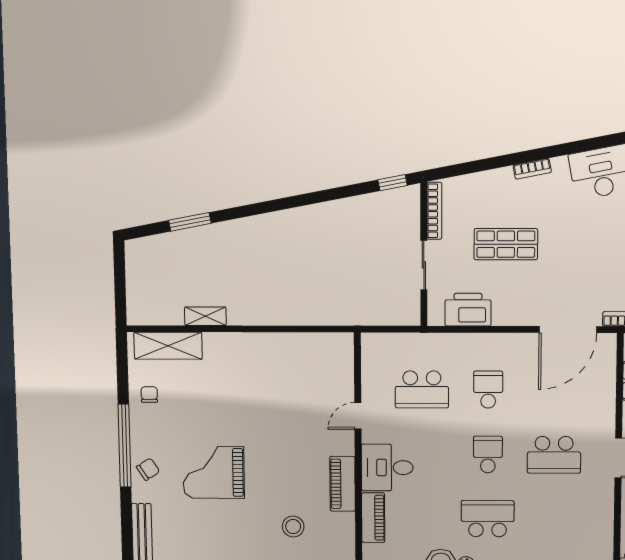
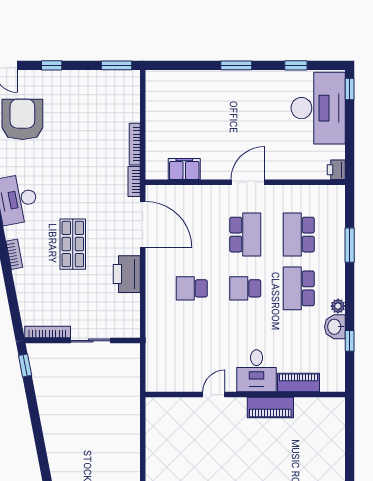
shop shelf: (506, 244) -> (73, 244), moved
printer: (468, 310) -> (127, 274), moved
school desk: (422, 389) -> (299, 235), moved, turned 180
door: (358, 416) -> (214, 395), swing flipped
stool: (293, 527) -> (306, 449), removed

